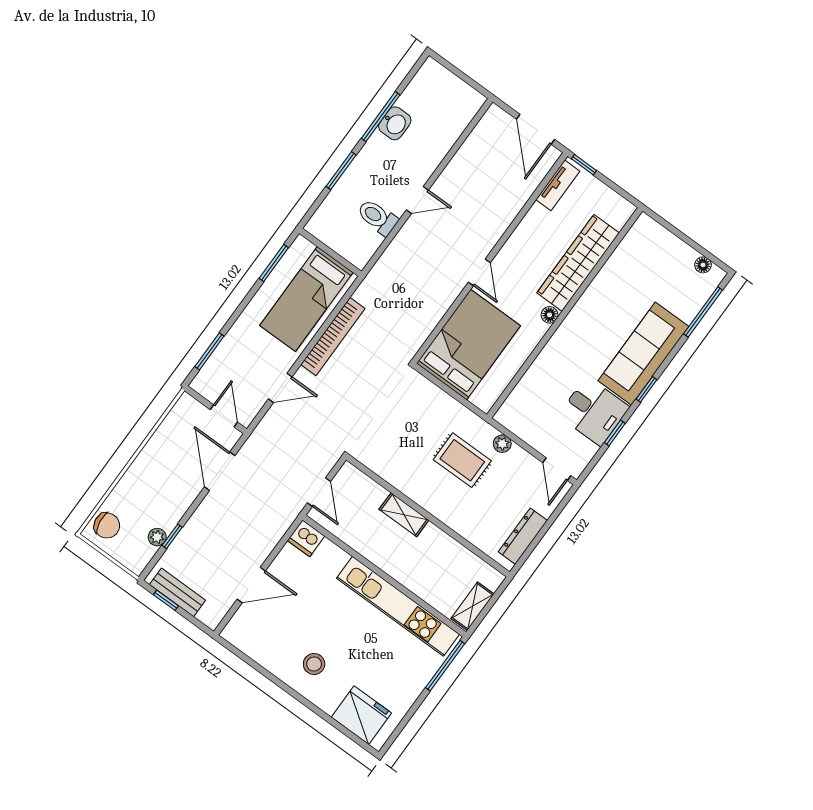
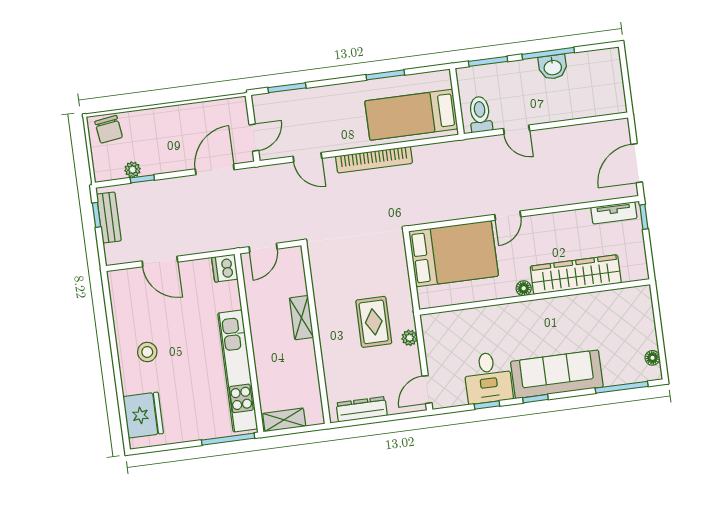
wall: (330, 252) -> (457, 101), moved
bed: (306, 299) -> (411, 115), moved

